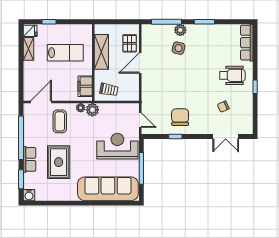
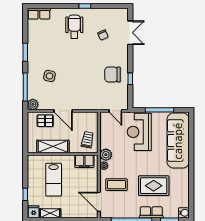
plant: (180, 30) -> (33, 104), moved
row of seats: (247, 43) -> (39, 14), width x0.68
lab bench: (65, 53) -> (54, 180), turned 180
door: (140, 120) -> (115, 111), swing flipped

